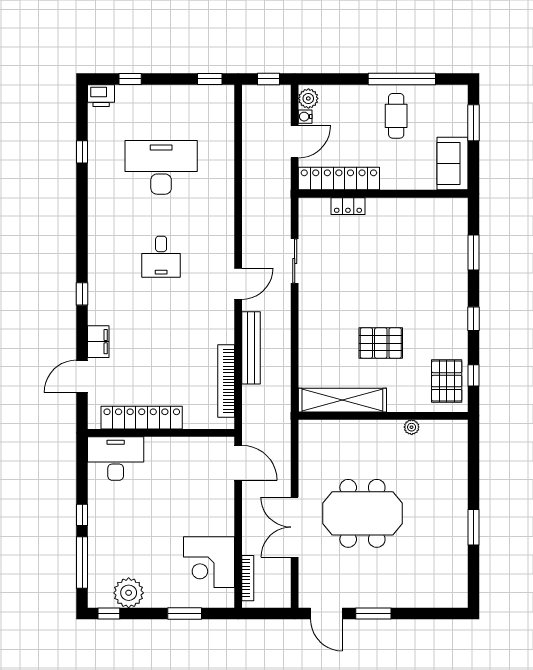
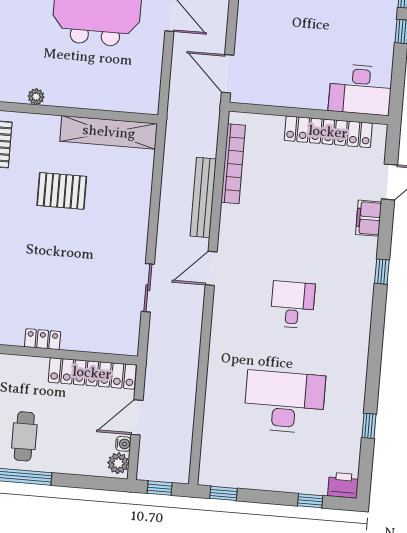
desk: (161, 167) -> (284, 402), turned 180
locker: (348, 206) -> (43, 339), moved

